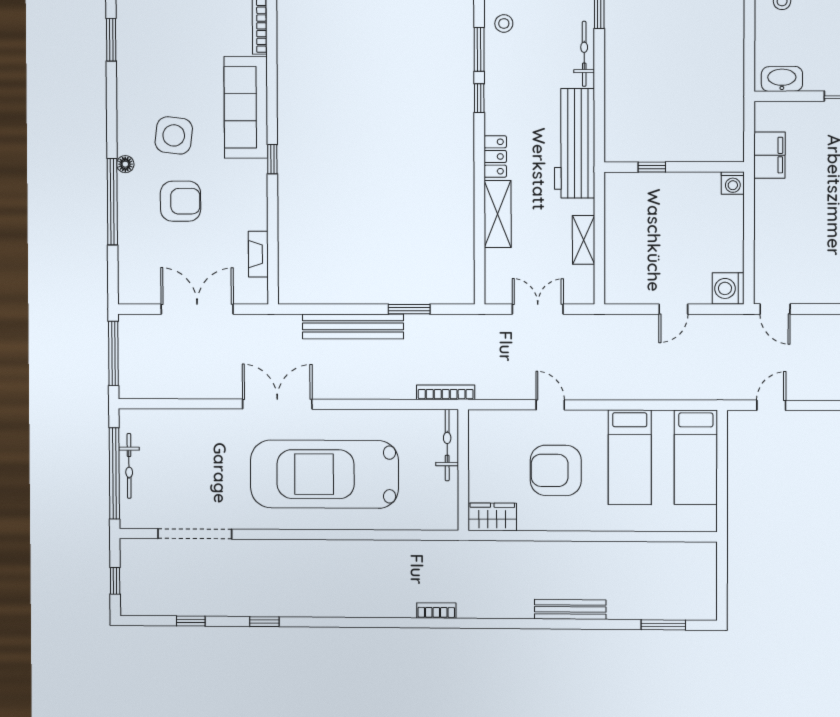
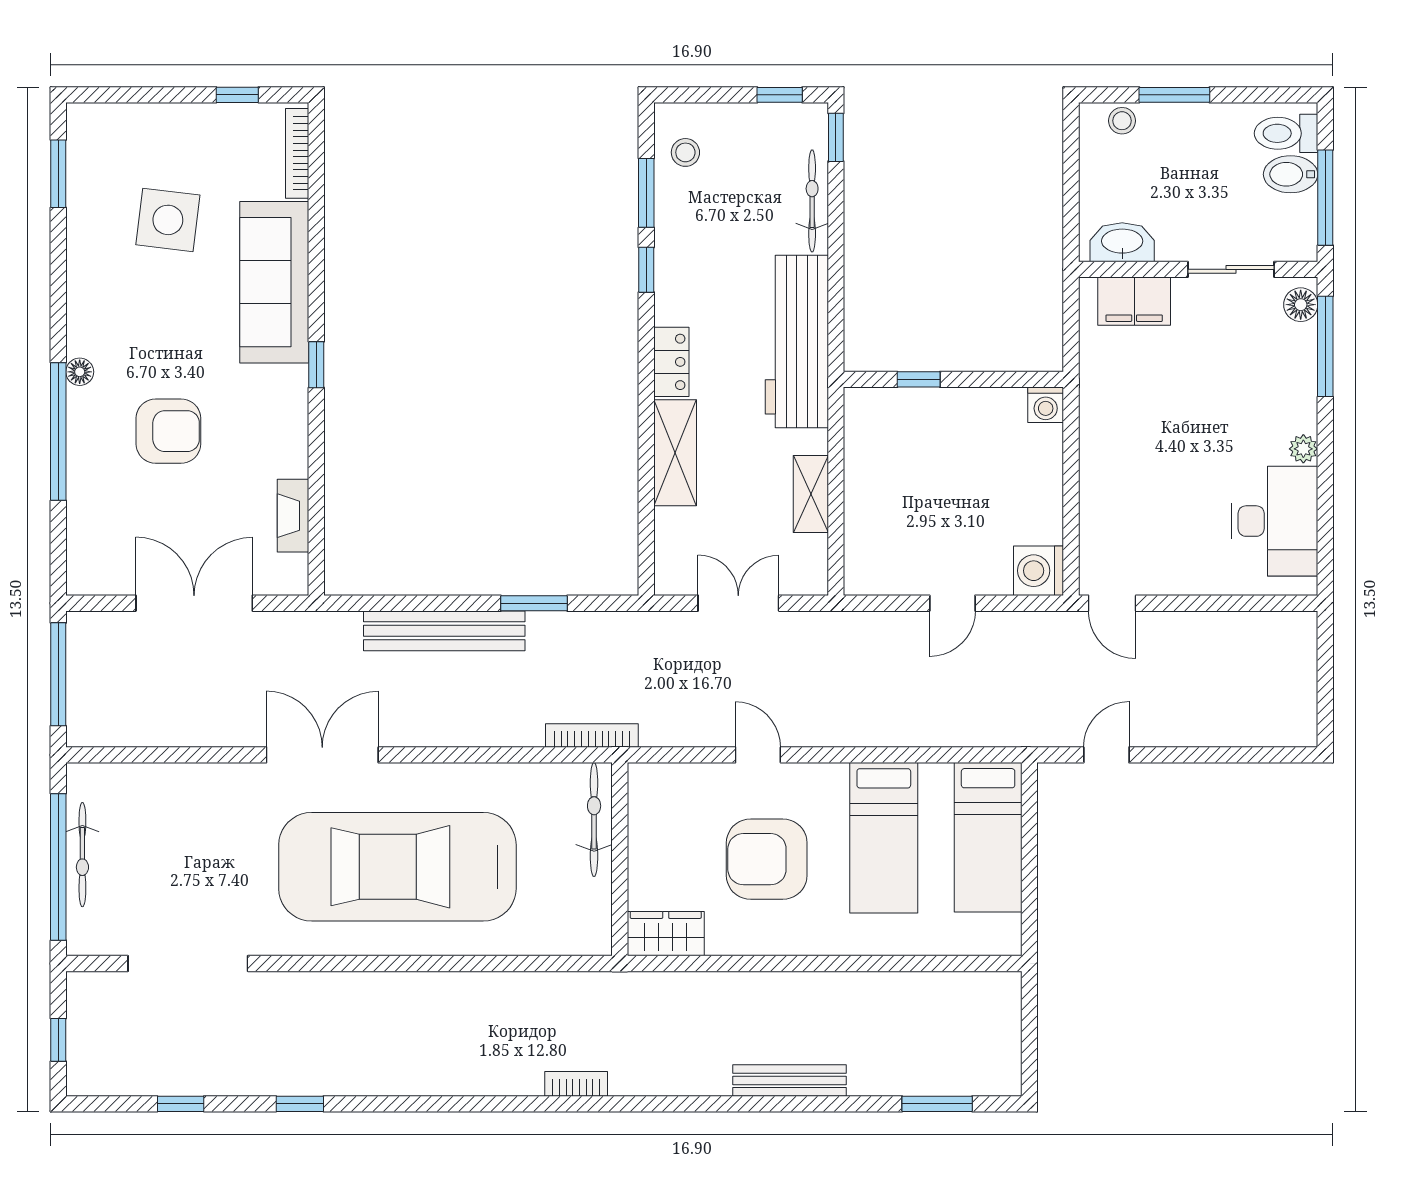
side table: (174, 135) -> (168, 220), moved
filing cabinet: (769, 155) -> (1134, 301), moved, turned 90

